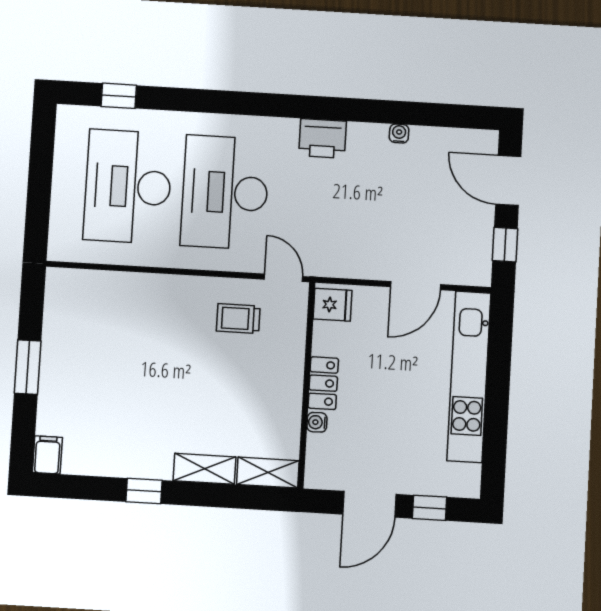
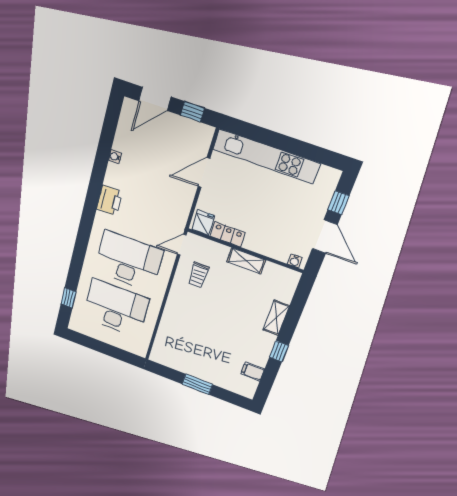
desk: (128, 187) -> (116, 308), turned 180
desk: (225, 192) -> (129, 261), turned 180
door: (416, 286) -> (204, 172), swing flipped
locker: (323, 383) -> (228, 234), moved
water cooler: (317, 422) -> (295, 261), moved
filing cabinet: (47, 455) -> (253, 372), moved
shelving: (268, 473) -> (246, 261), moved, turned 90

